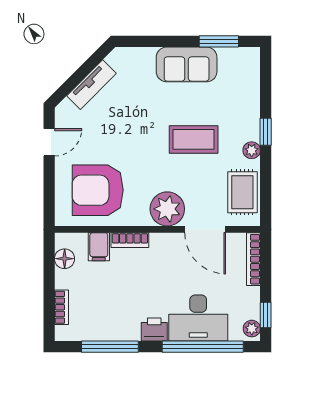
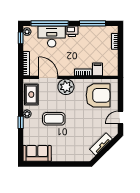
window: (219, 41) -> (42, 164), removed
sofa: (187, 64) -> (37, 153), moved
floor lamp: (65, 259) -> (113, 64), removed

